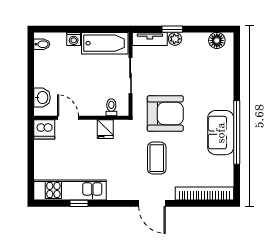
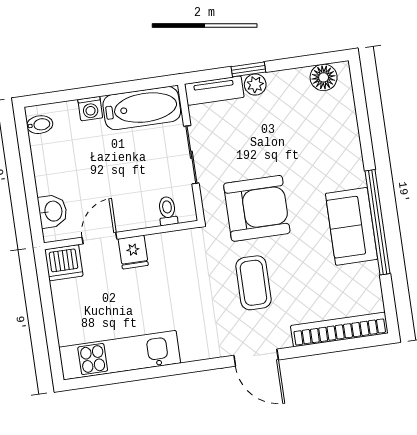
door: (68, 118) -> (100, 238), hinge flipped
fridge: (105, 129) -> (133, 252), moved
window: (79, 203) -> (138, 375), removed

